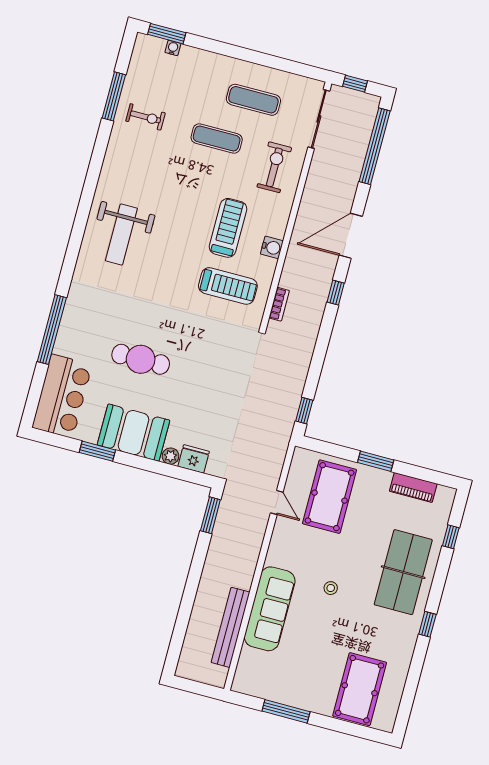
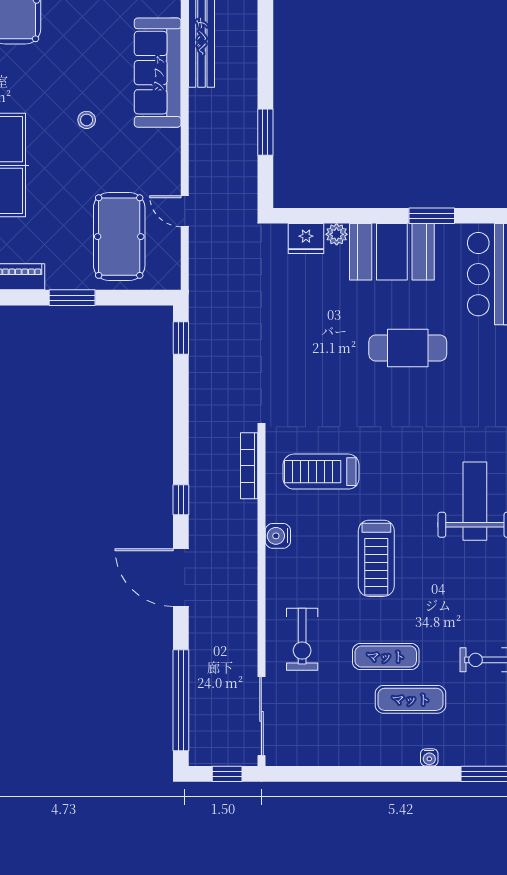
water cooler: (173, 48) -> (429, 757), moved
exercise mat: (253, 100) -> (411, 699), moved
treadmill: (228, 228) -> (376, 558), moved
door: (351, 236) -> (181, 578), swing flipped
bookcase: (279, 304) -> (249, 466), width x1.56
window: (210, 515) -> (265, 132), moved

